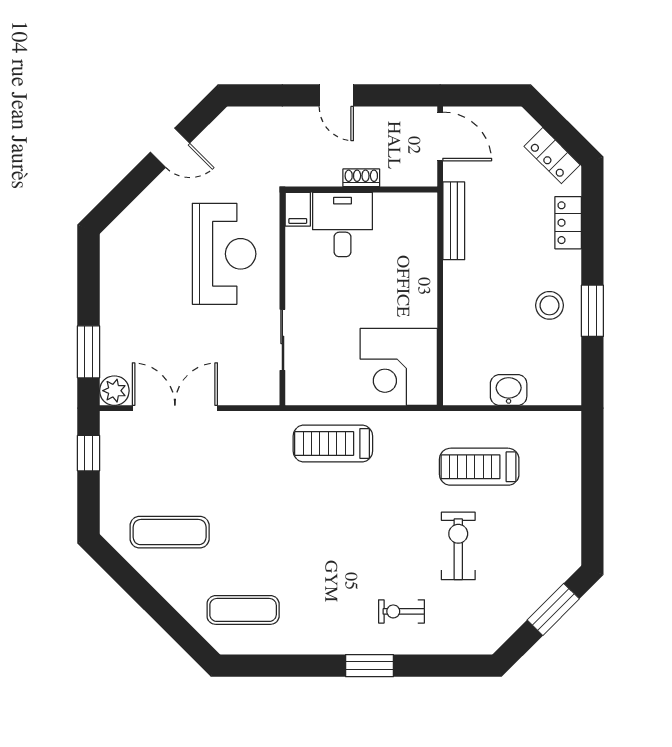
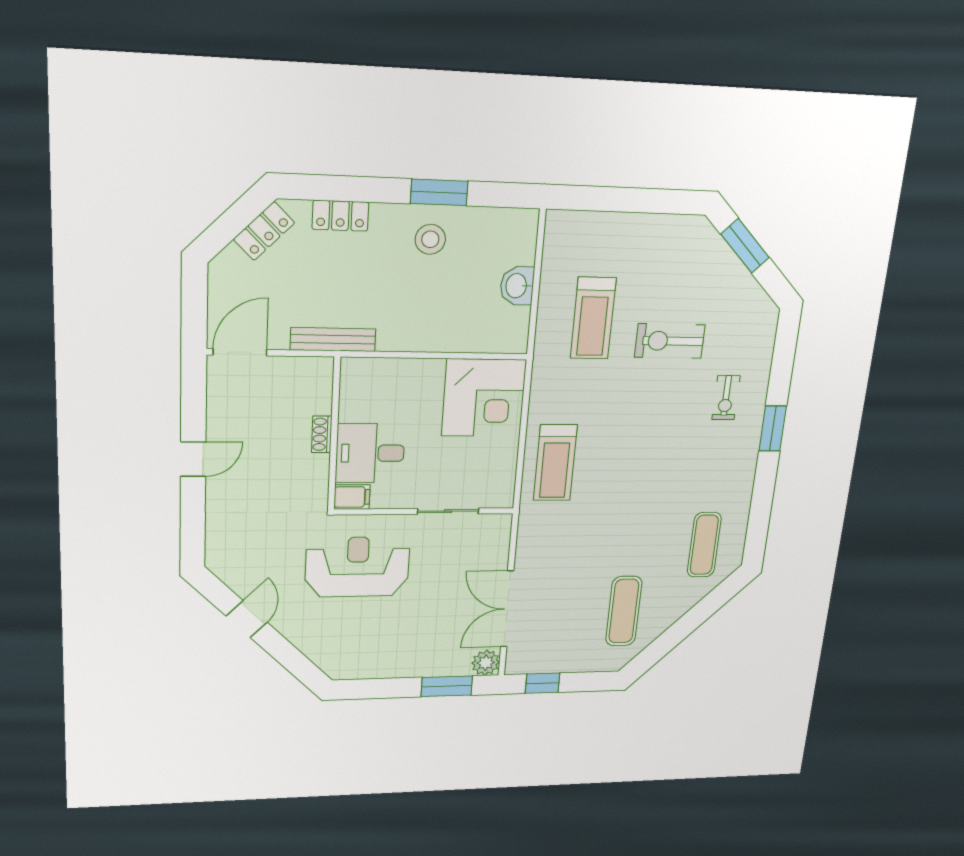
shoe rack: (361, 178) -> (322, 434), moved
wall: (361, 189) -> (334, 434), moved
filing cabinet: (298, 209) -> (352, 497), moved
desk: (342, 224) -> (370, 453), moved

